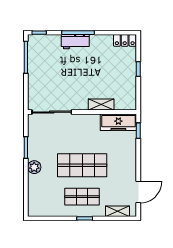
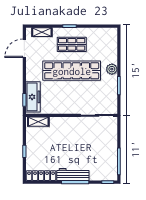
locker: (125, 40) -> (41, 176), width x1.53
workbench: (75, 42) -> (73, 174), width x1.37
shelving: (101, 105) -> (38, 122), moved
freezer: (118, 122) -> (33, 97), moved, turned 90
shop shelf: (82, 165) -> (72, 71), width x1.40

